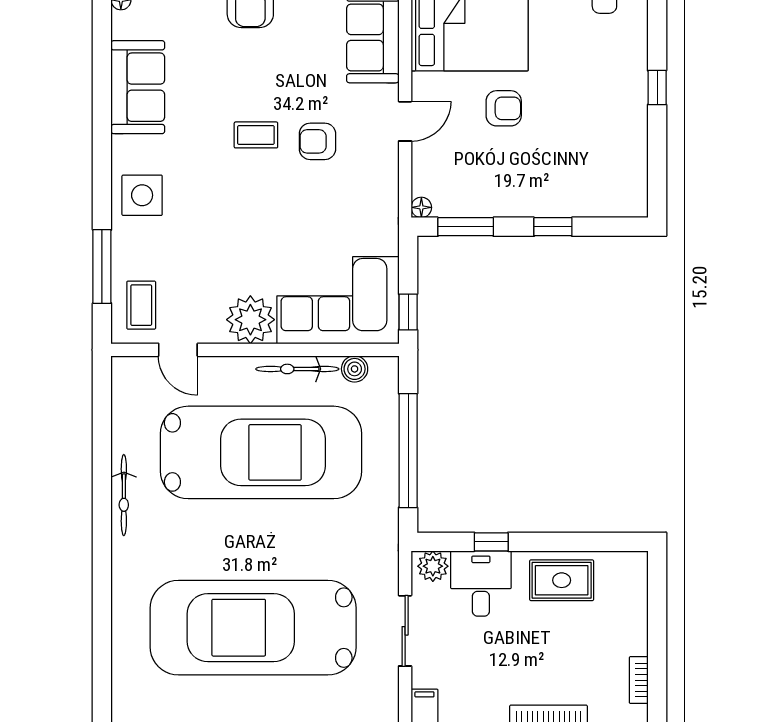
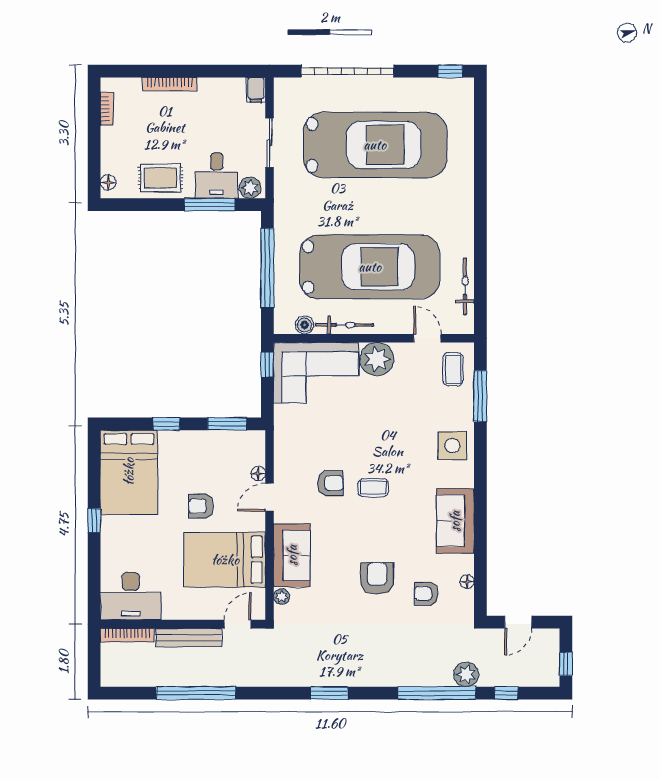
bed: (607, 157) -> (129, 472), added
floor lamp: (421, 207) -> (258, 473), moved
car: (261, 452) -> (370, 267), turned 180
bicycle: (124, 495) -> (465, 287), moved
window: (491, 542) -> (210, 205), width x2.17
floor lamp: (637, 574) -> (108, 182), added

